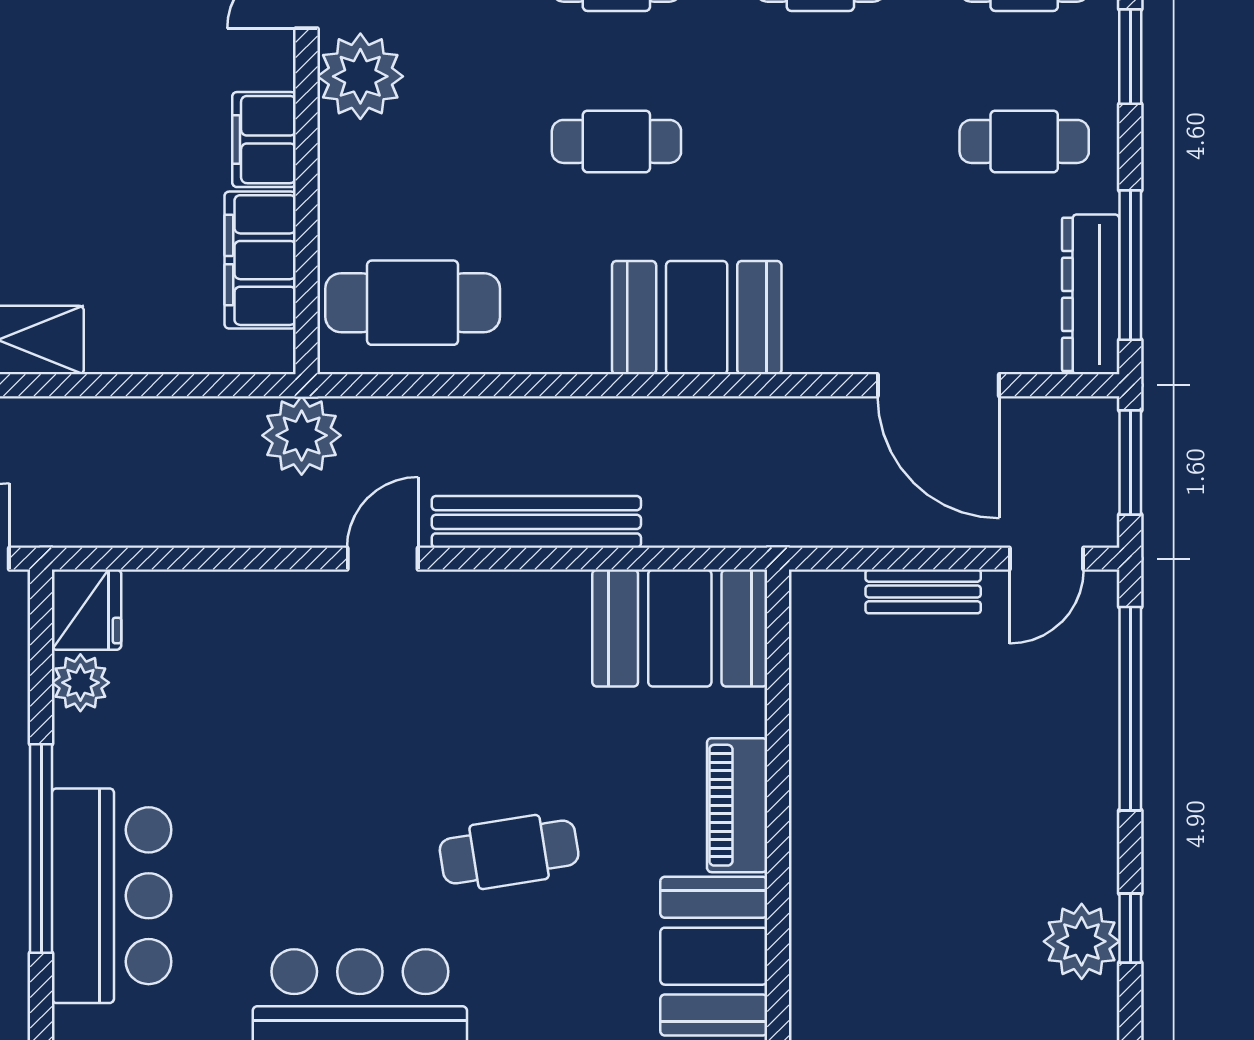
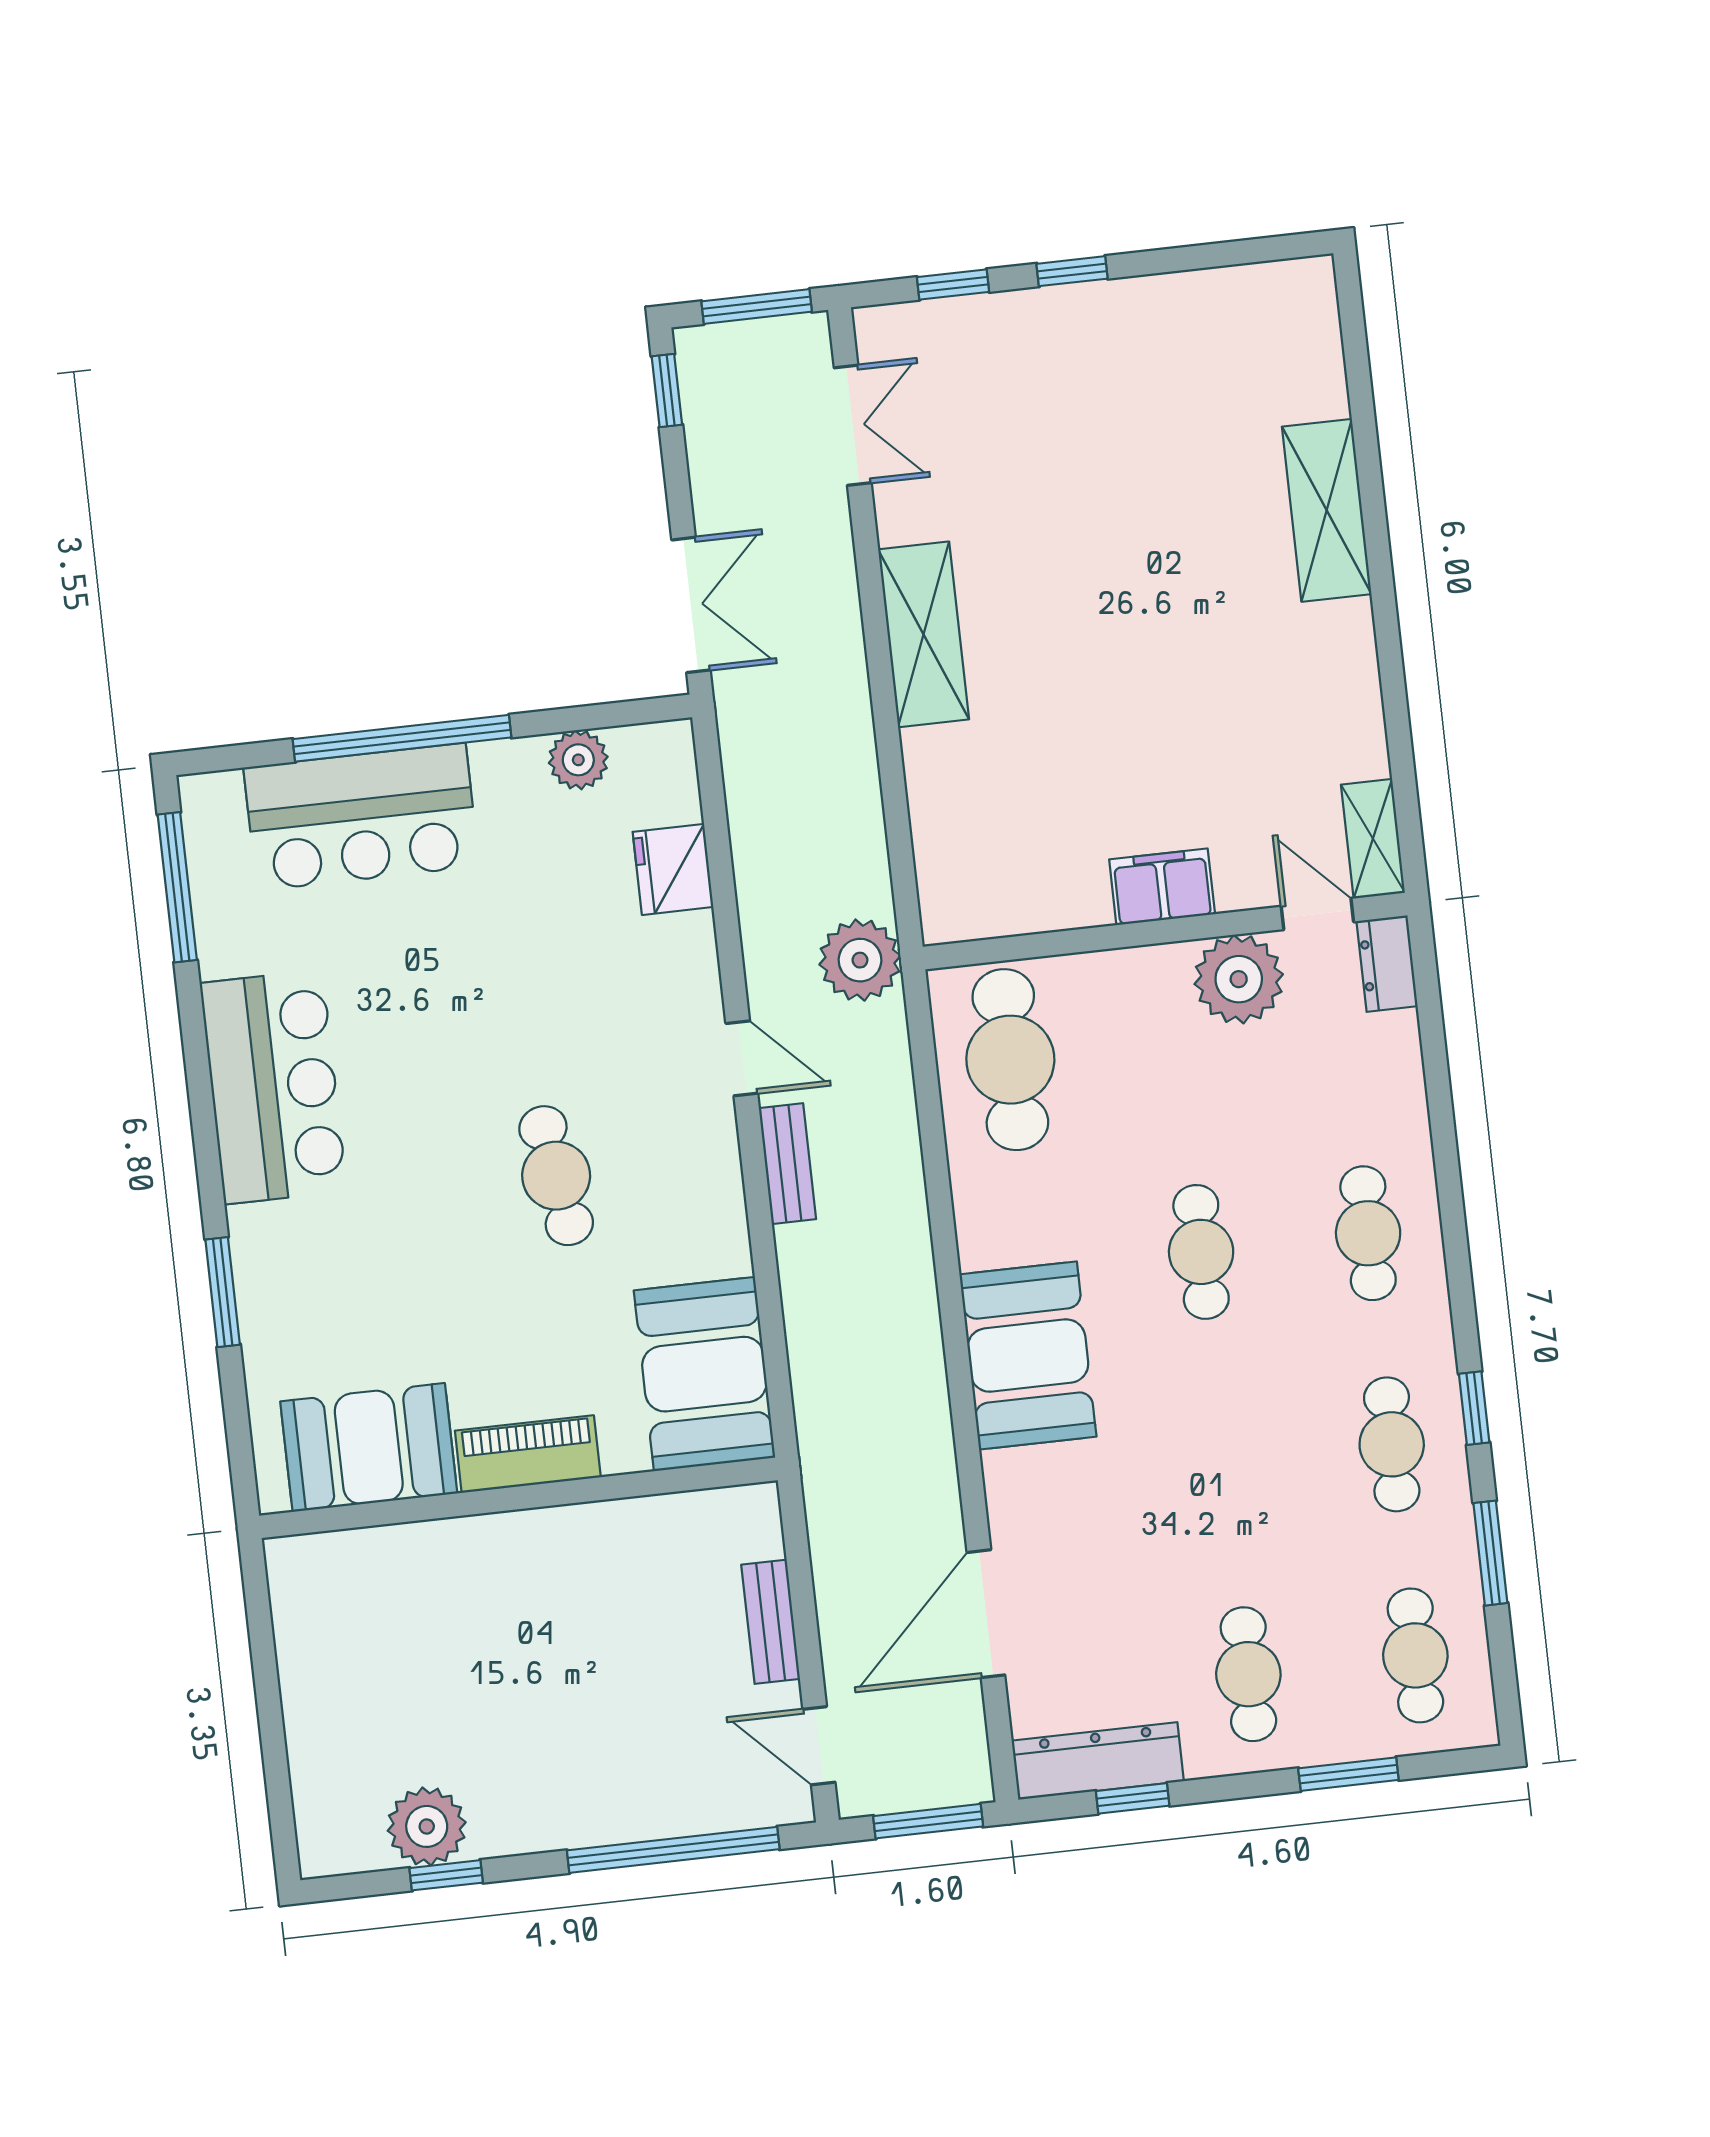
filing cabinet: (260, 260) -> (1037, 897), removed
window: (1130, 265) -> (1133, 1798), width x0.46
bench: (536, 522) -> (787, 1164), width x0.54, depth x0.82
fridge: (87, 610) -> (673, 869), moved, turned 90
cafe table: (509, 852) -> (556, 1176), moved

